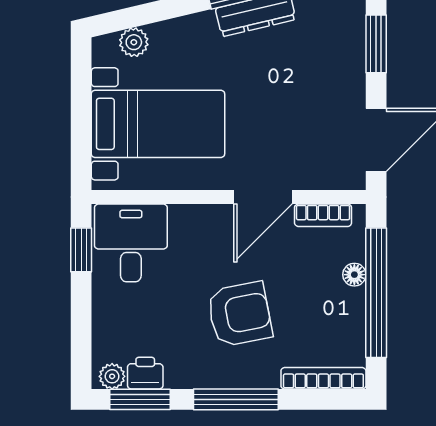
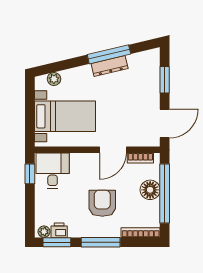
floor lamp: (354, 275) -> (150, 190), width x1.89, depth x1.89
armchair: (240, 314) -> (102, 203), turned -79

